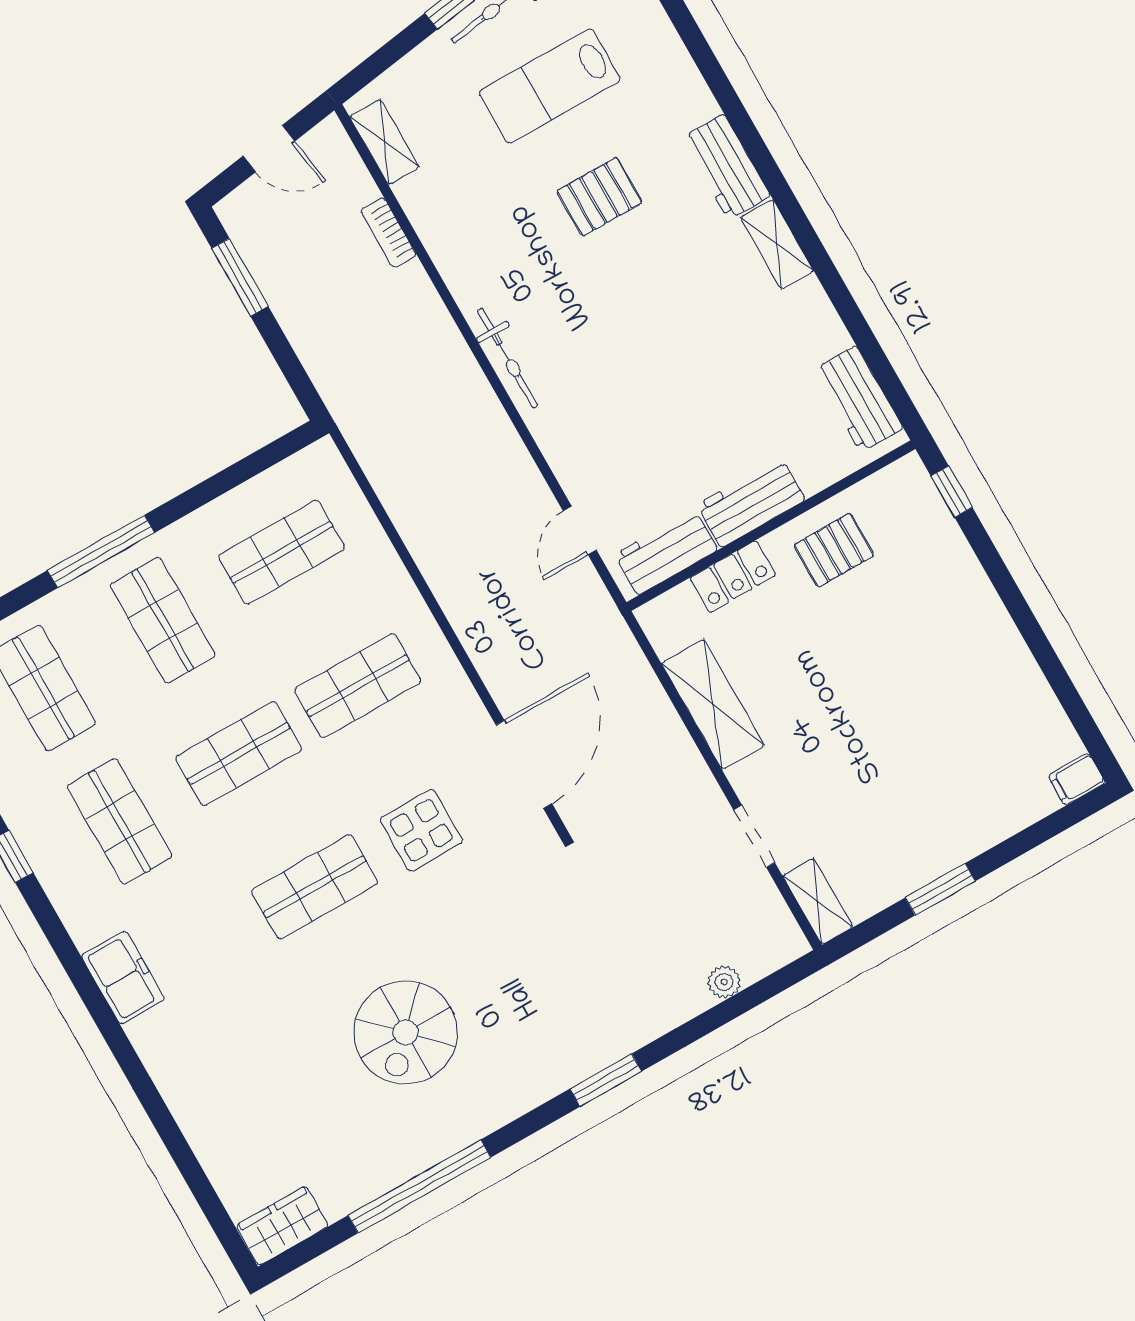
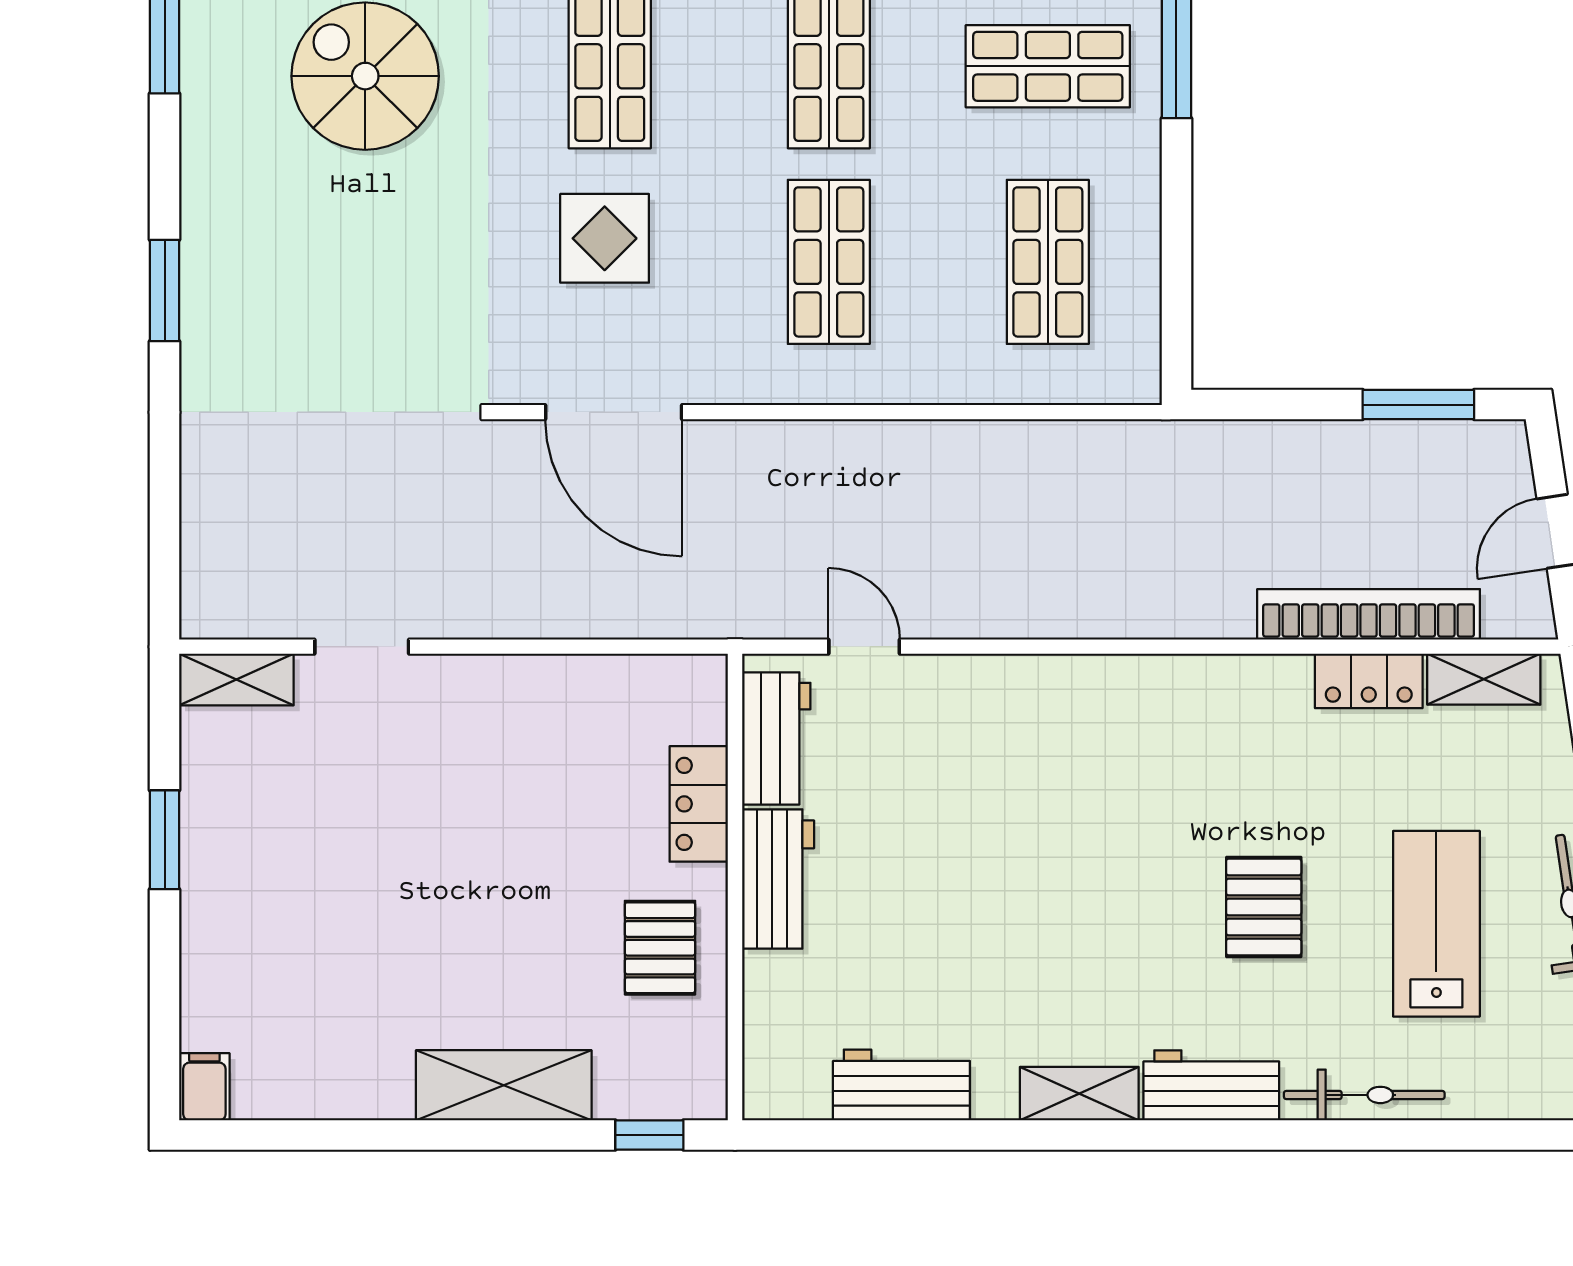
locker: (425, 211) -> (1369, 681), added
bookcase: (389, 233) -> (1369, 614), width x2.31, depth x1.31
bicycle: (508, 358) -> (1364, 1095), moved, turned 180
workbench: (858, 399) -> (901, 1085), moved
shelving: (713, 704) -> (504, 1085), moved
plant: (724, 982) -> (203, 507), removed

